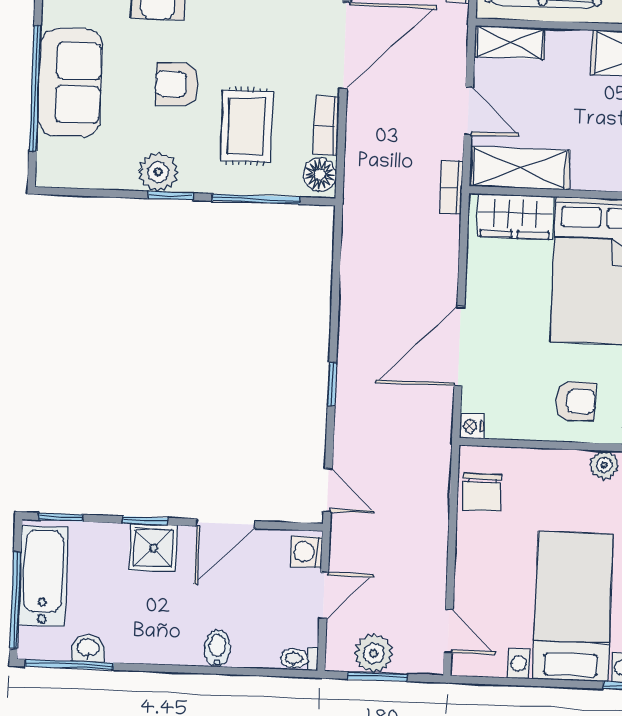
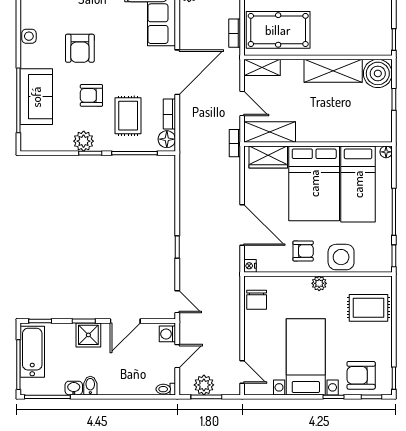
door: (459, 346) -> (242, 225), swing flipped
washbasin: (88, 648) -> (74, 388), moved
bidet: (217, 648) -> (90, 386), moved

